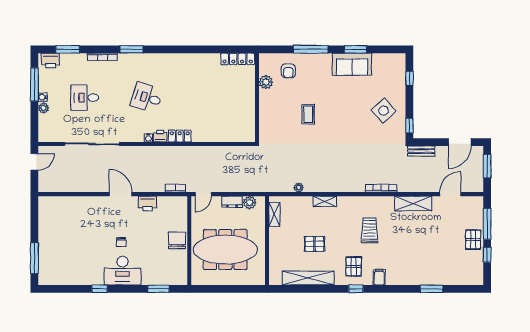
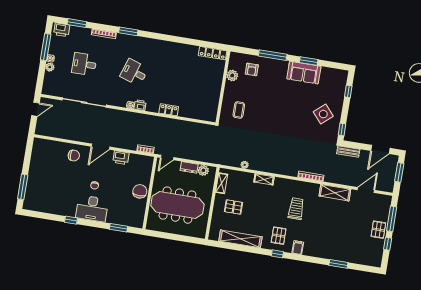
coffee table: (308, 114) -> (239, 110), moved
locker: (180, 136) -> (169, 110), moved
door: (121, 194) -> (101, 147), swing flipped
chair: (90, 210) -> (74, 156), added
pallet: (315, 244) -> (233, 207), moved

